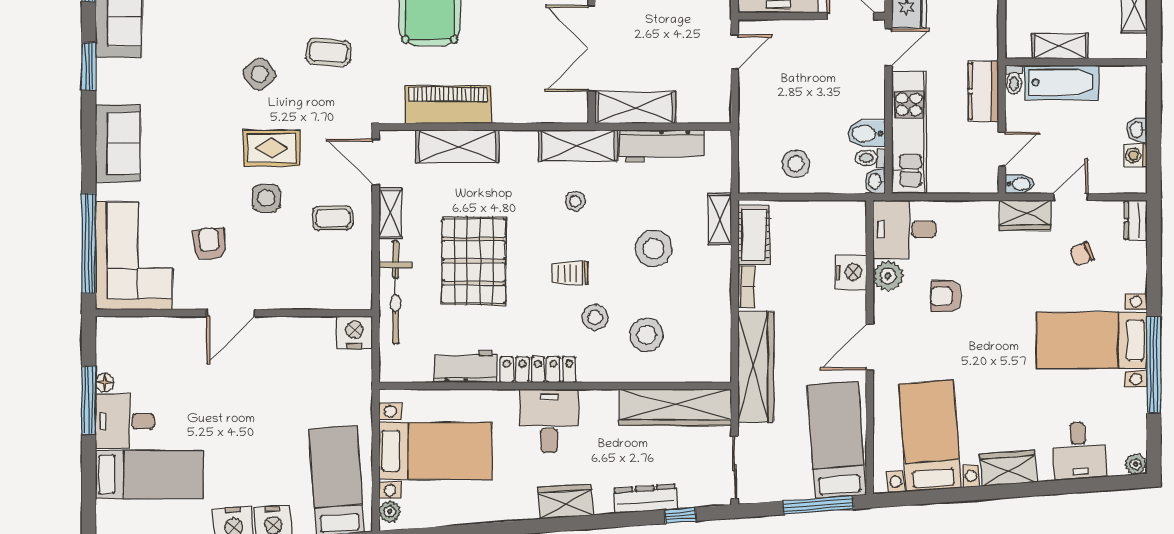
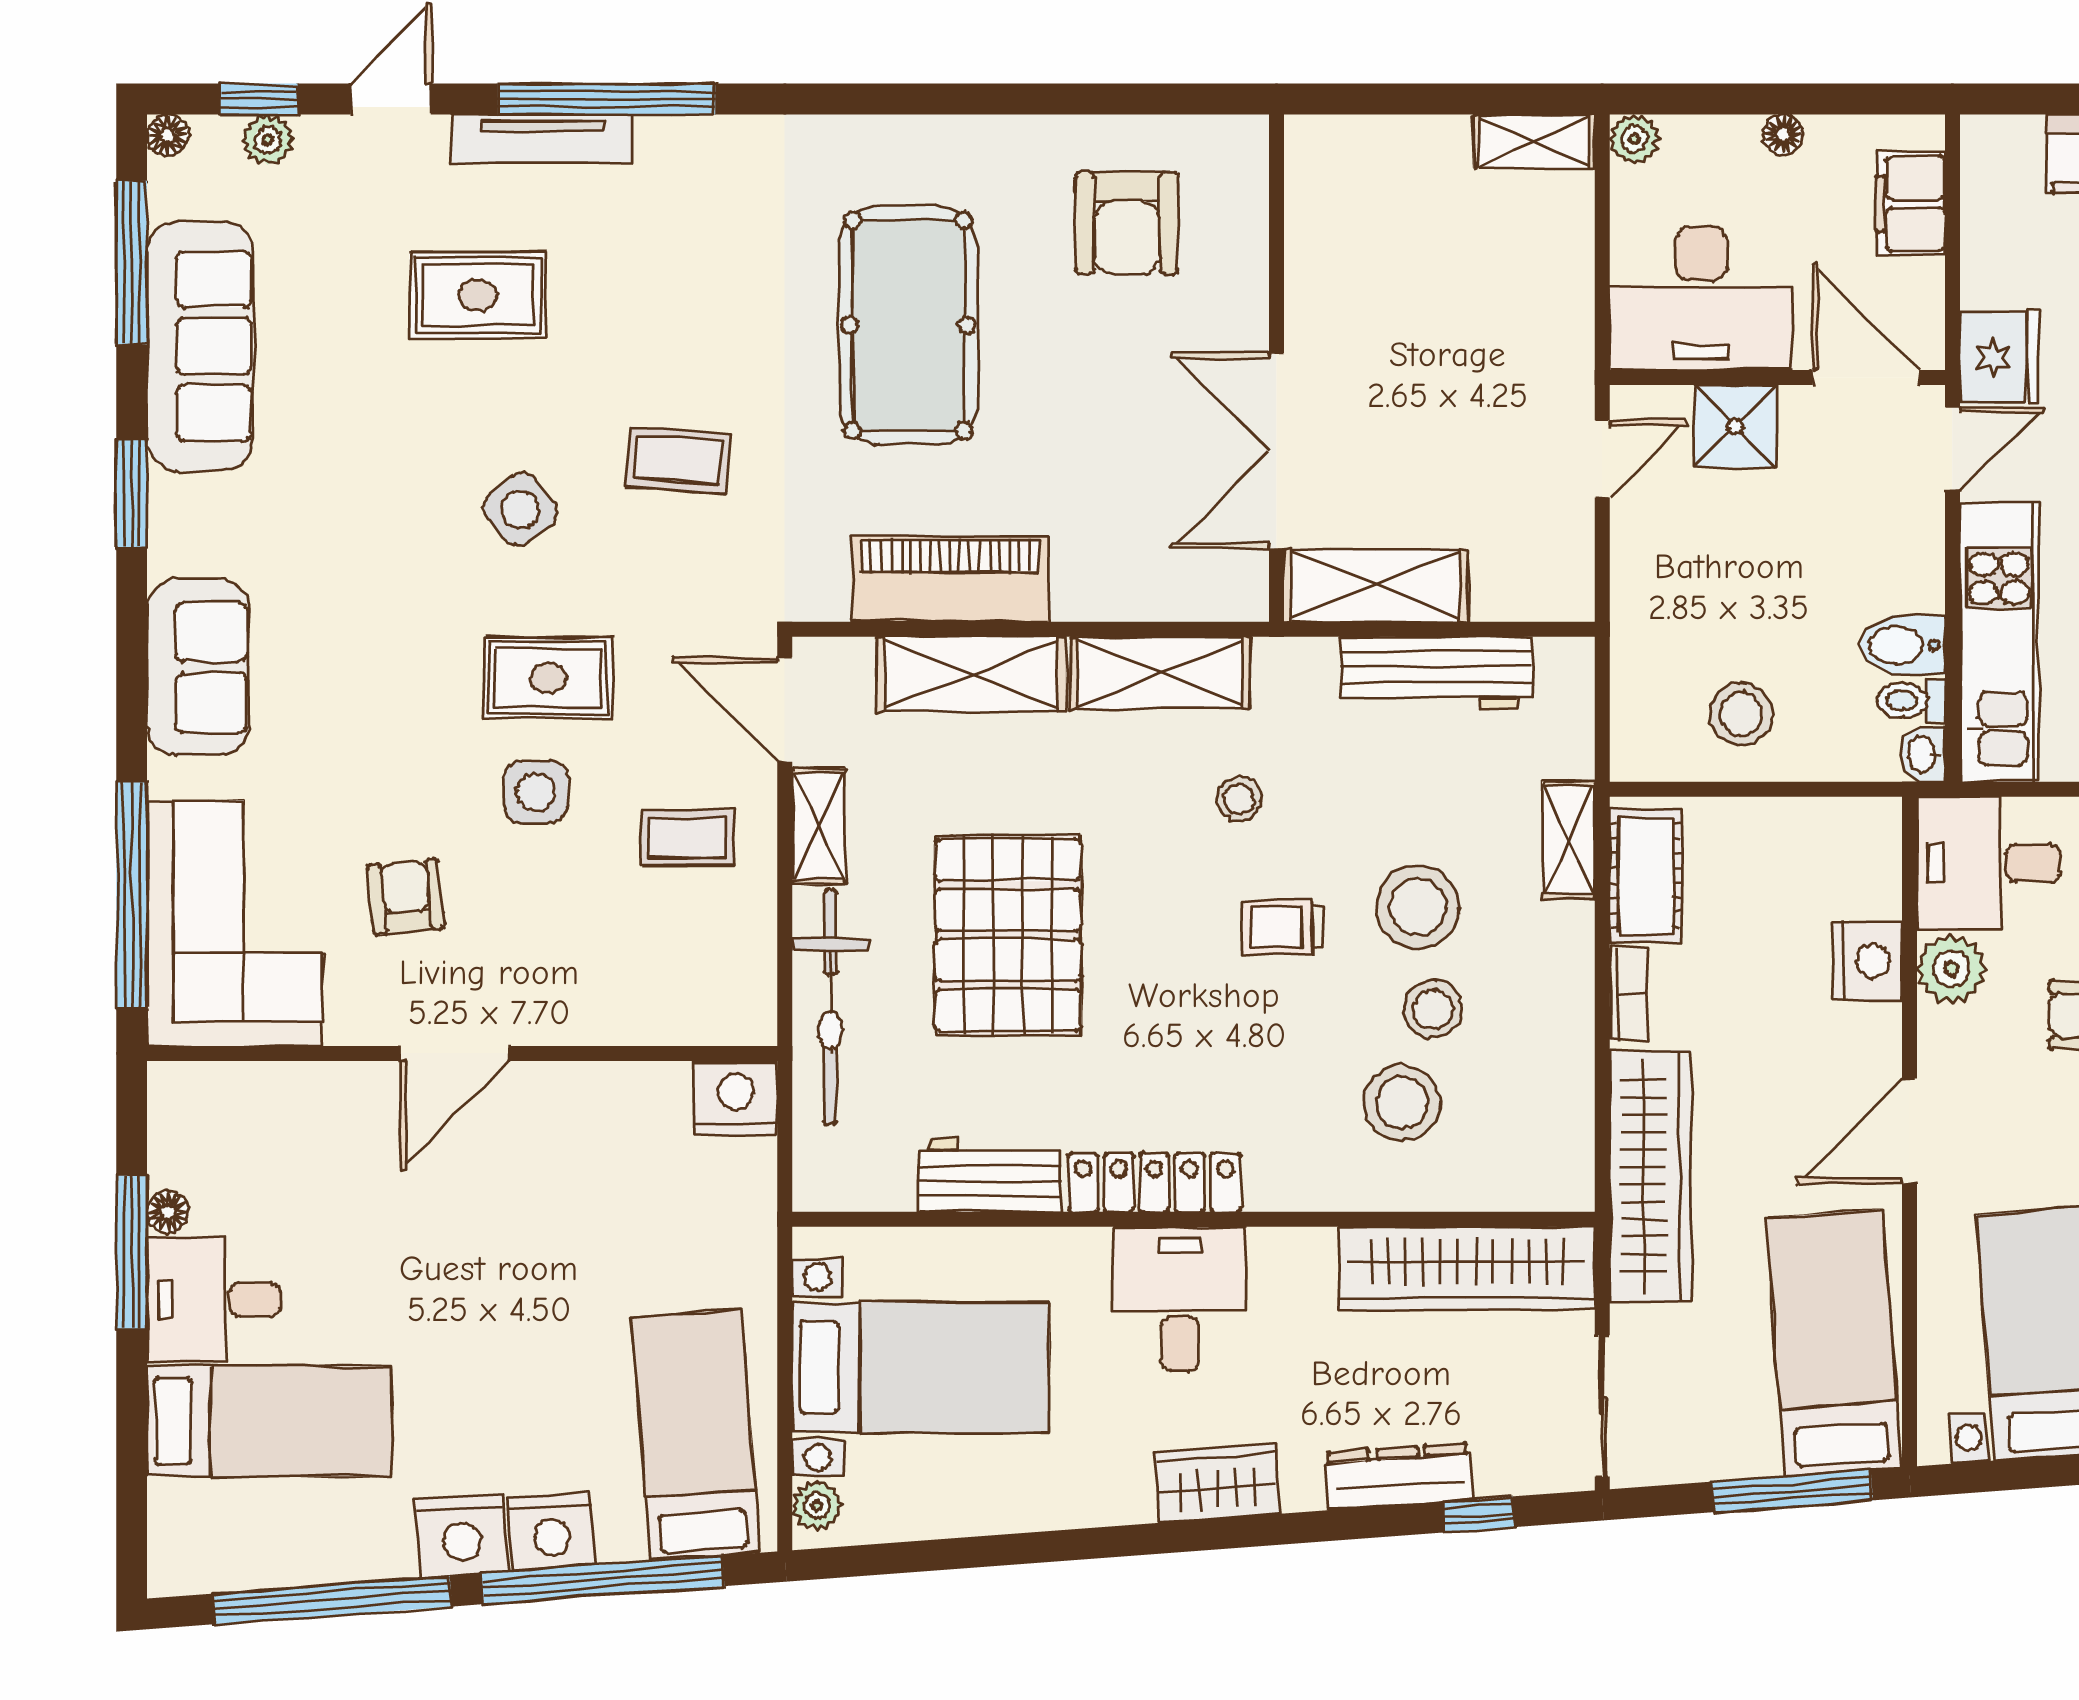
shower: (793, 37) -> (1735, 426), added
shelving: (578, 146) -> (1160, 673), moved
trolley: (570, 273) -> (1283, 928), moved
stool: (595, 317) -> (1433, 1009), moved

